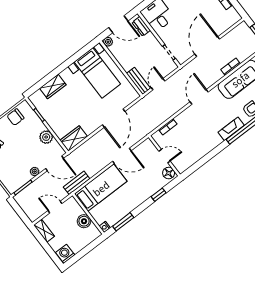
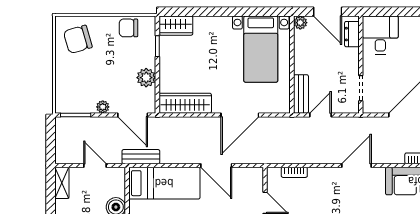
wardrobe: (53, 86) -> (176, 26), moved
wardrobe: (74, 138) -> (185, 103), width x1.50

